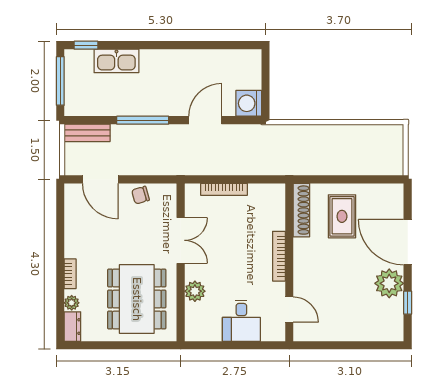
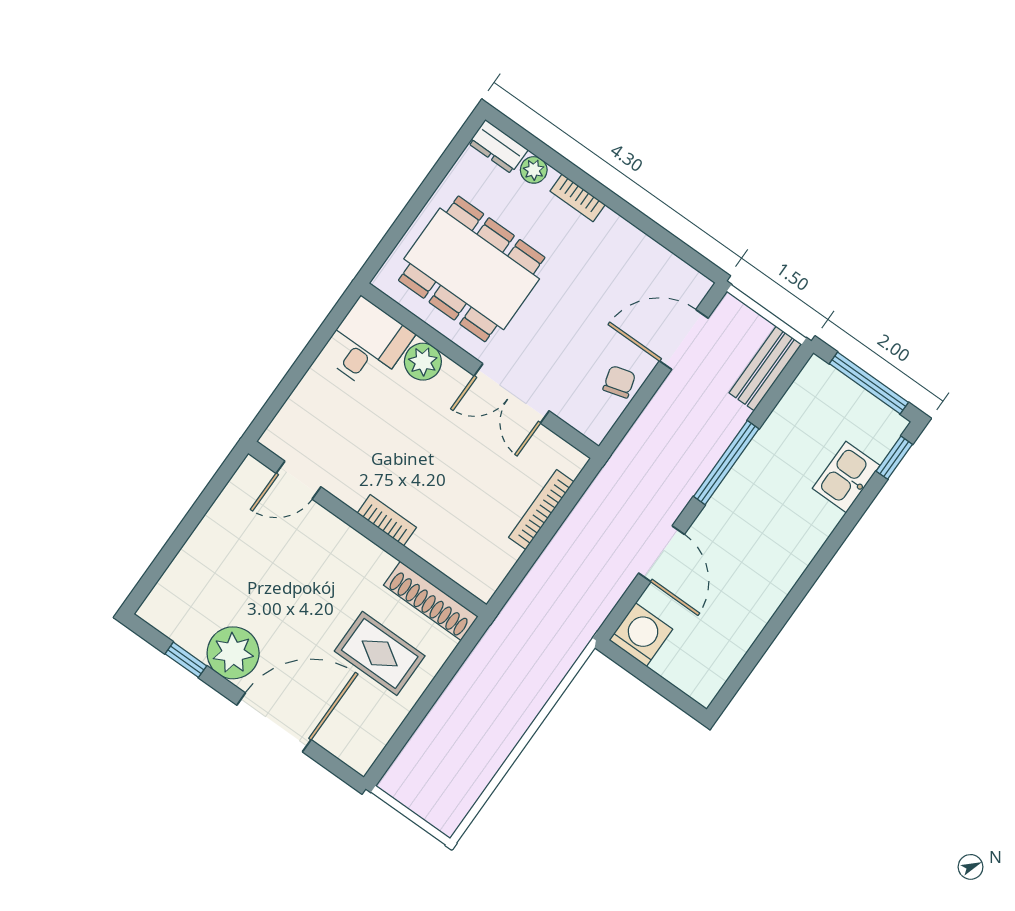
kitchen sink: (116, 61) -> (846, 477), width x0.73
bookcase: (279, 256) -> (387, 520), width x0.64
desk: (241, 321) -> (367, 345), moved, turned 90

